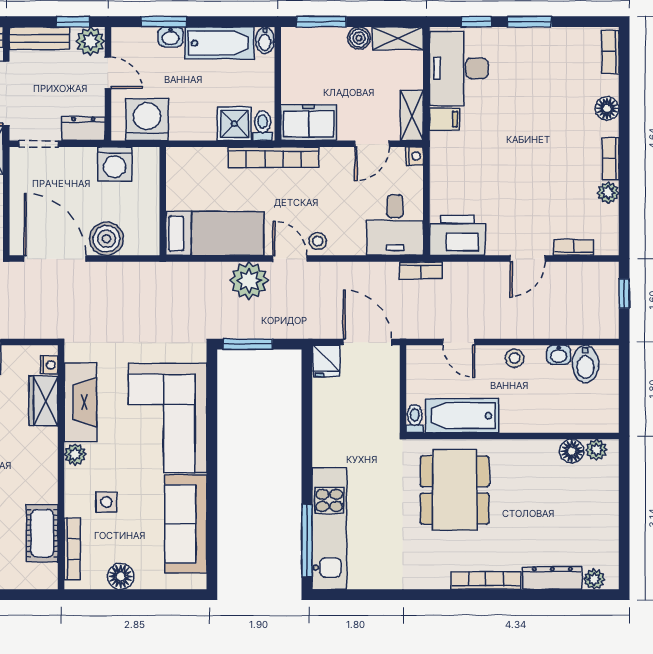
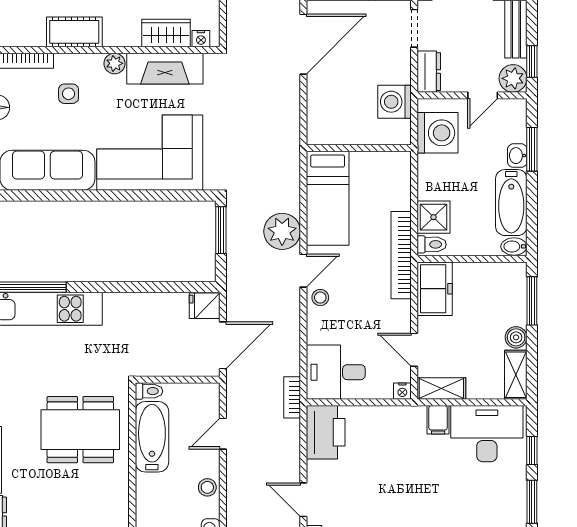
boiler: (106, 239) -> (323, 94), removed
cot: (42, 533) -> (74, 32), moved

